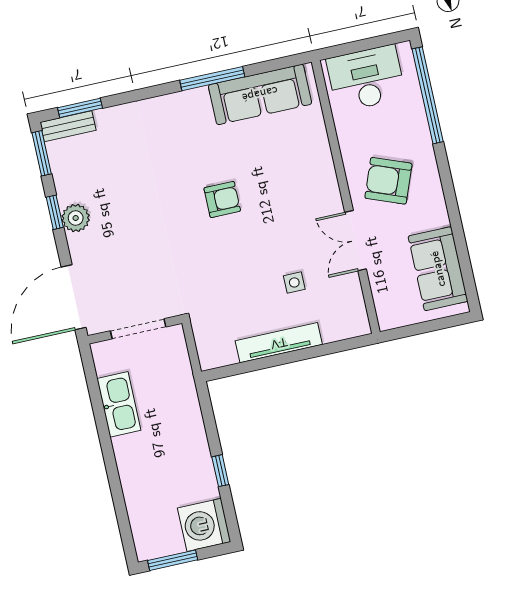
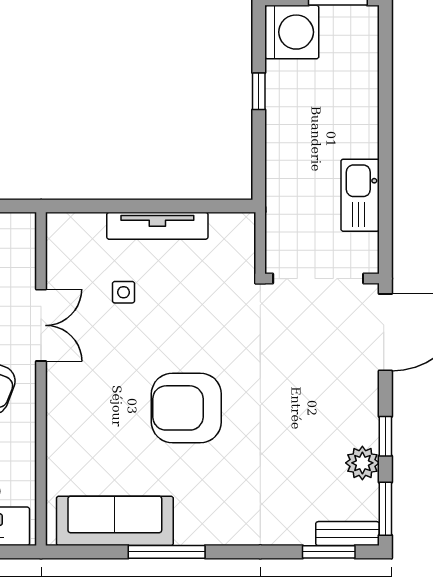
armchair: (222, 199) -> (186, 408), width x1.88, depth x1.88
plant: (76, 218) -> (362, 463), moved
doorway: (138, 329) -> (318, 279), width x1.36

